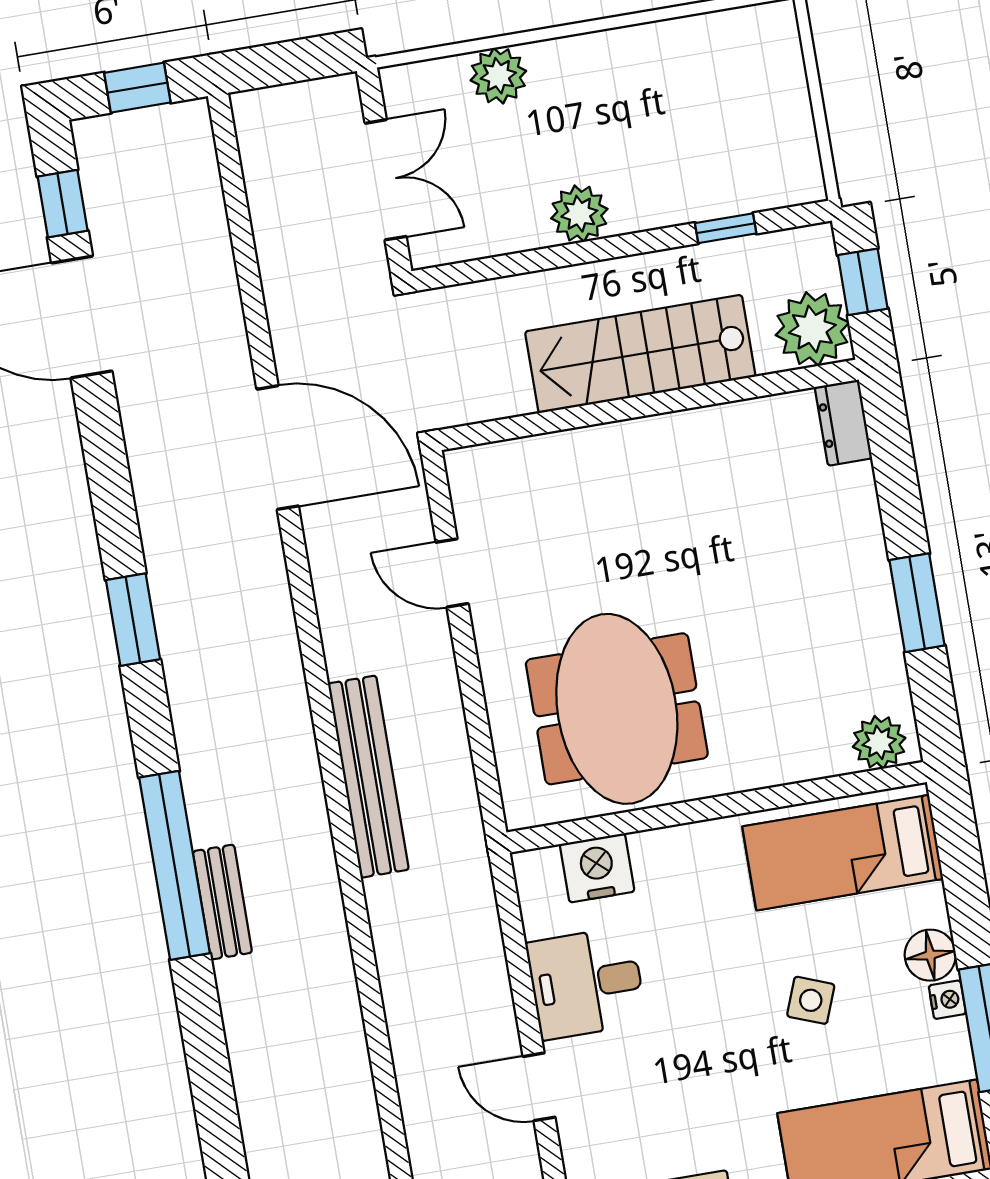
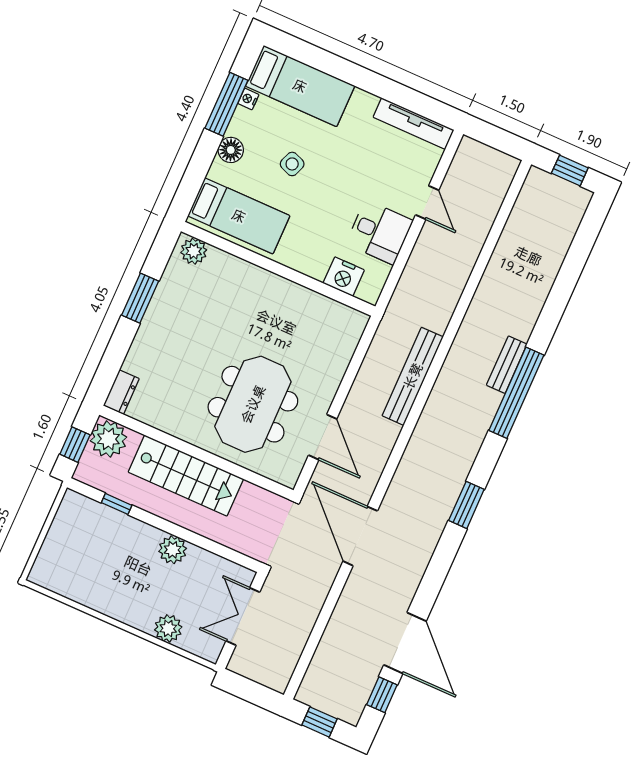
door: (452, 573) -> (323, 437), width x1.38
meeting table: (617, 709) -> (253, 404), moved
nightstand: (947, 1000) -> (248, 99), moved

